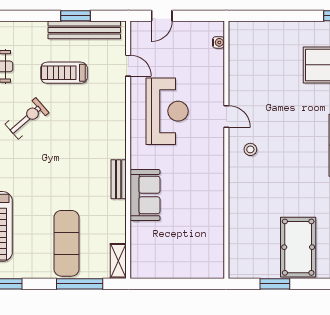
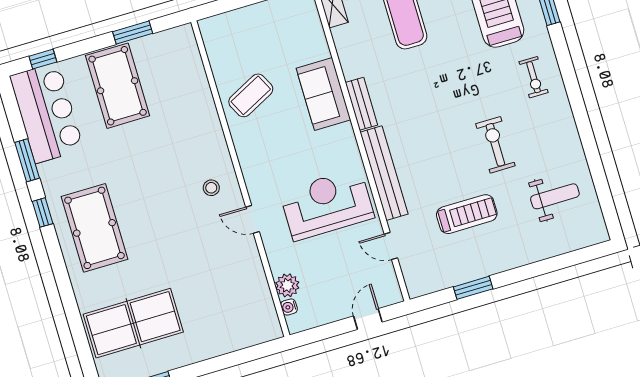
bench: (84, 30) -> (384, 173), moved, turned 90
plant: (215, 59) -> (287, 285), added
reception desk: (167, 111) -> (327, 204), turned 90
exercise bike: (27, 118) -> (495, 145), turned 131
coffee table: (200, 210) -> (251, 95), added

